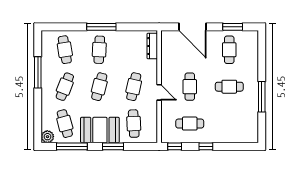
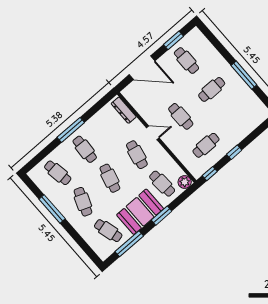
door: (159, 92) -> (153, 133), moved
plant: (47, 137) -> (185, 182), moved

